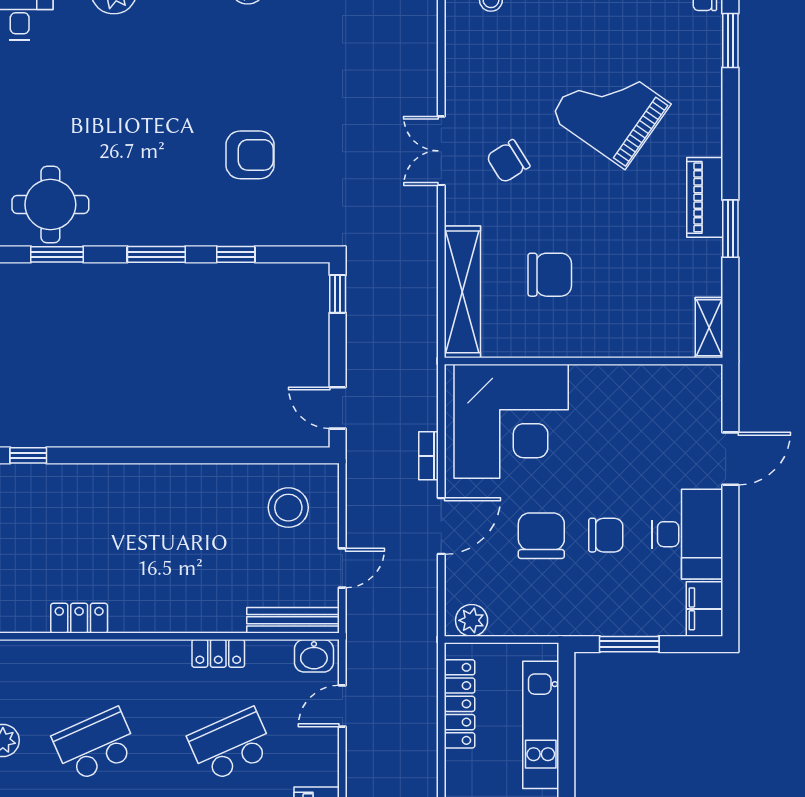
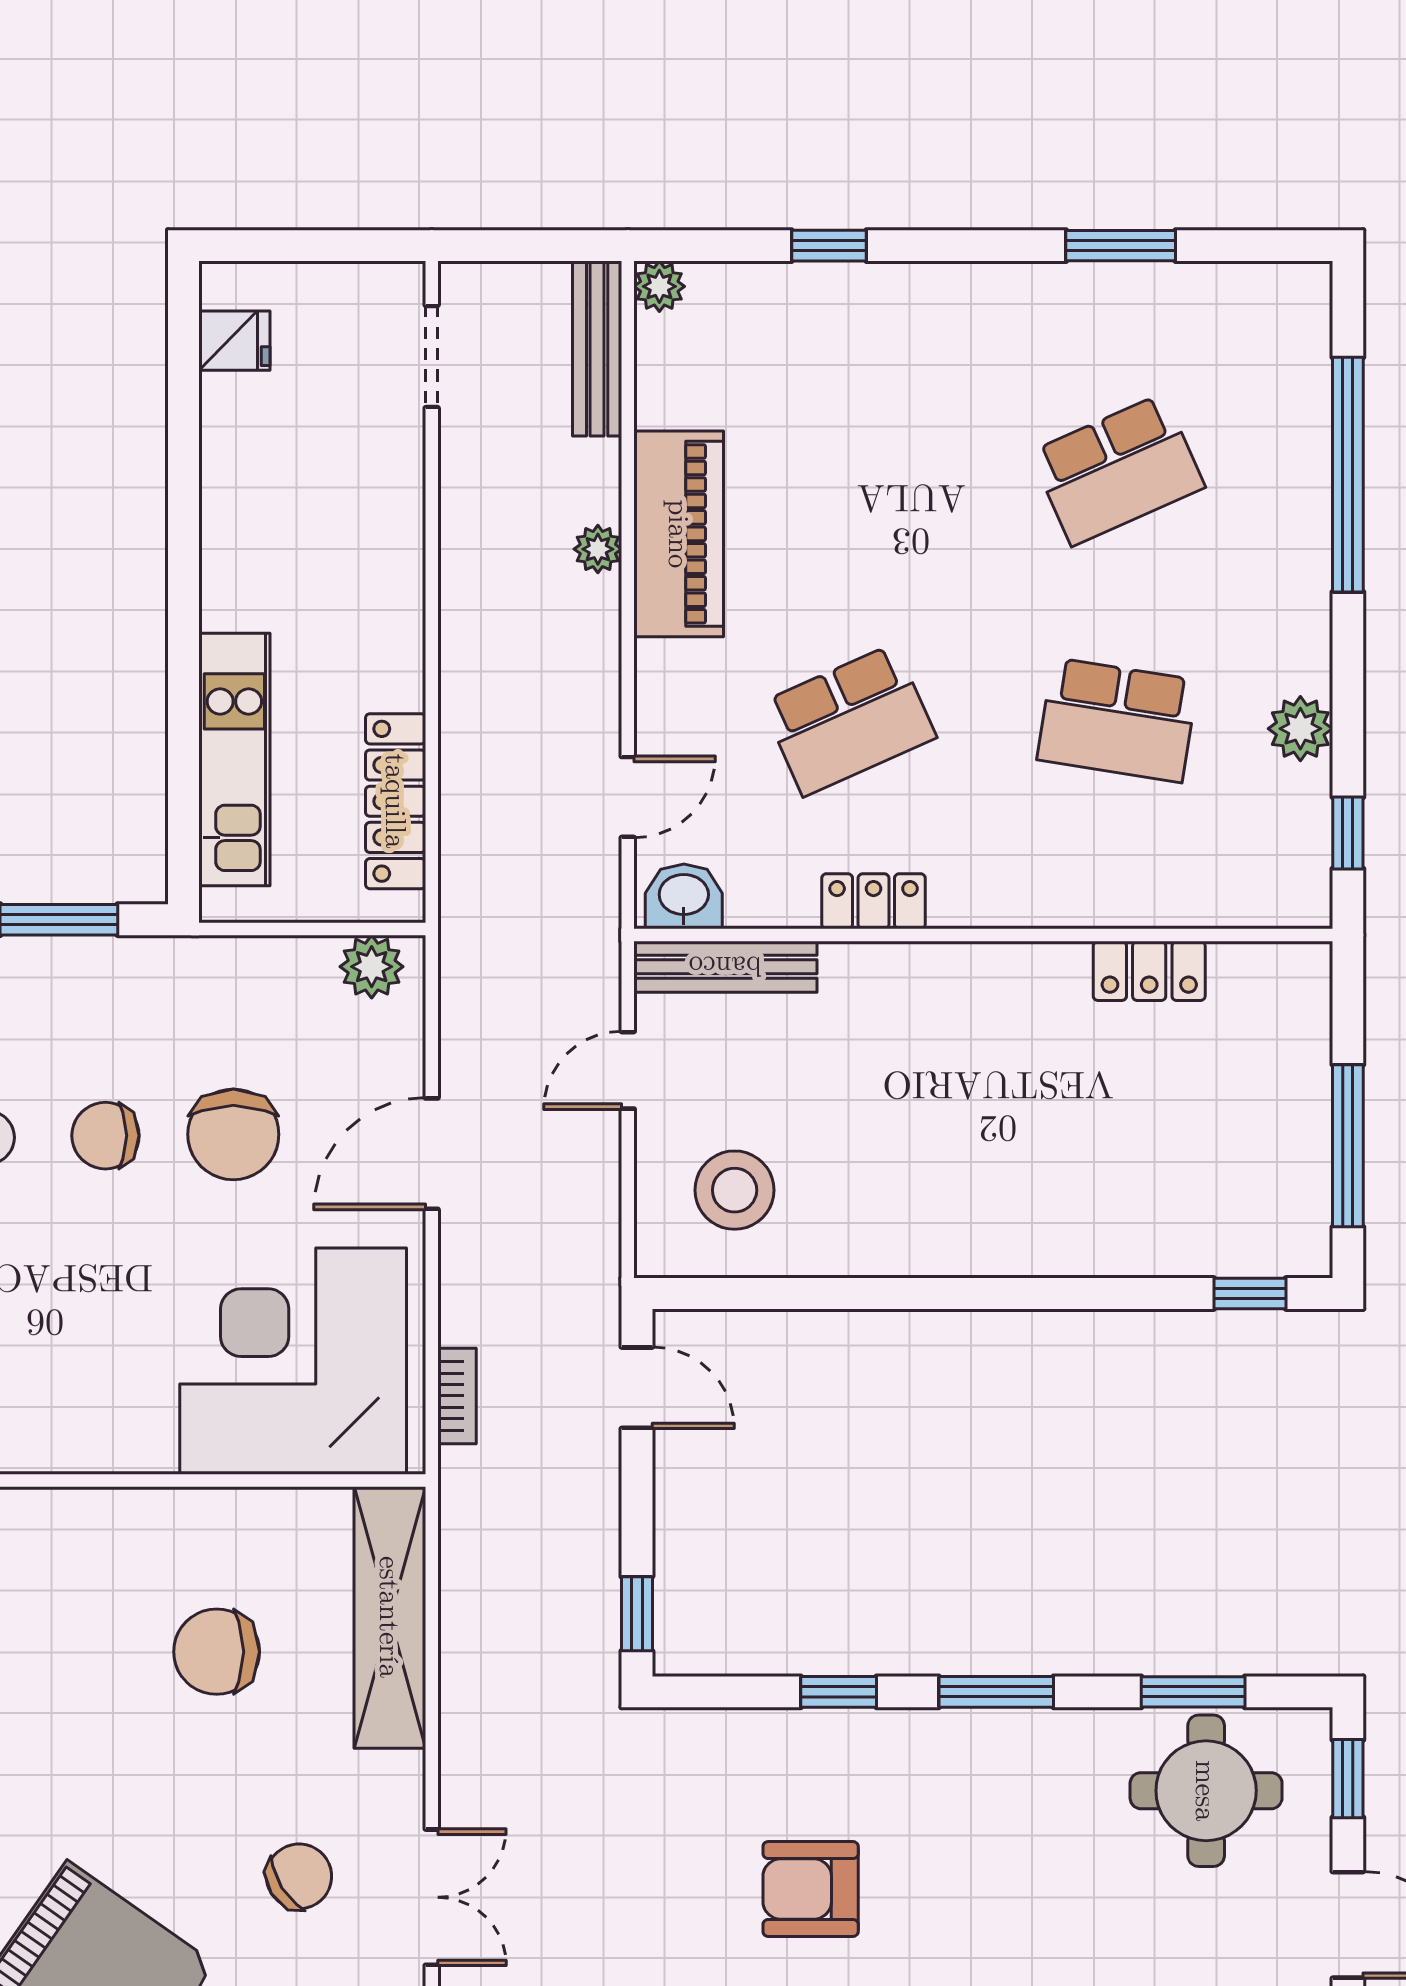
bookcase: (428, 456) -> (457, 1396), moved
school desk: (95, 745) -> (1117, 720), turned 33

